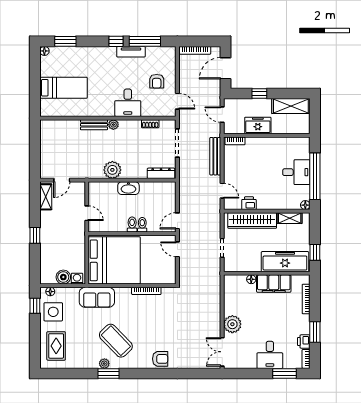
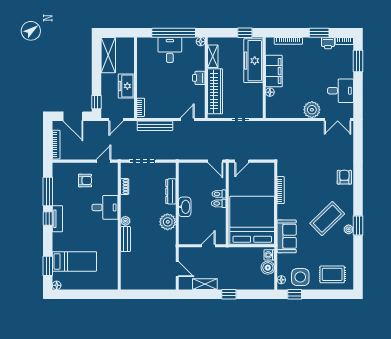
tv unit: (131, 52) -> (57, 219), moved
bed: (63, 88) -> (74, 261), moved, turned 90
window: (259, 94) -> (96, 102), moved
dresser: (161, 173) -> (171, 191), moved
shelving: (46, 197) -> (205, 284), moved
printer: (249, 203) -> (199, 78), moved
desk: (270, 355) -> (340, 91), moved

